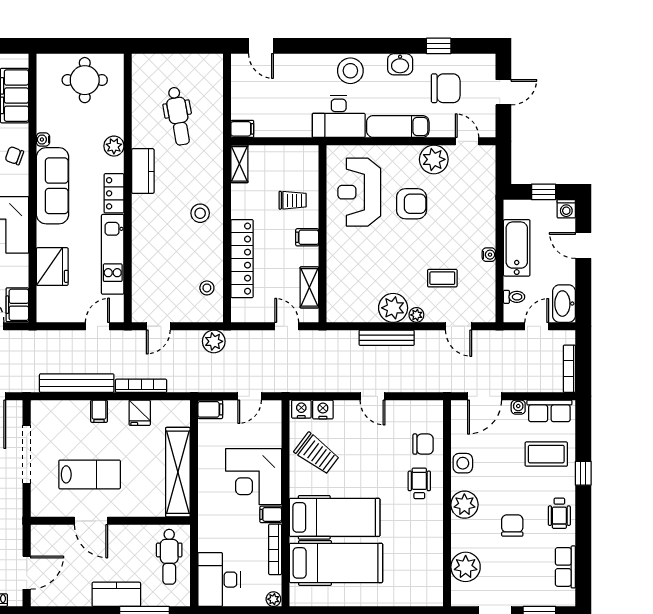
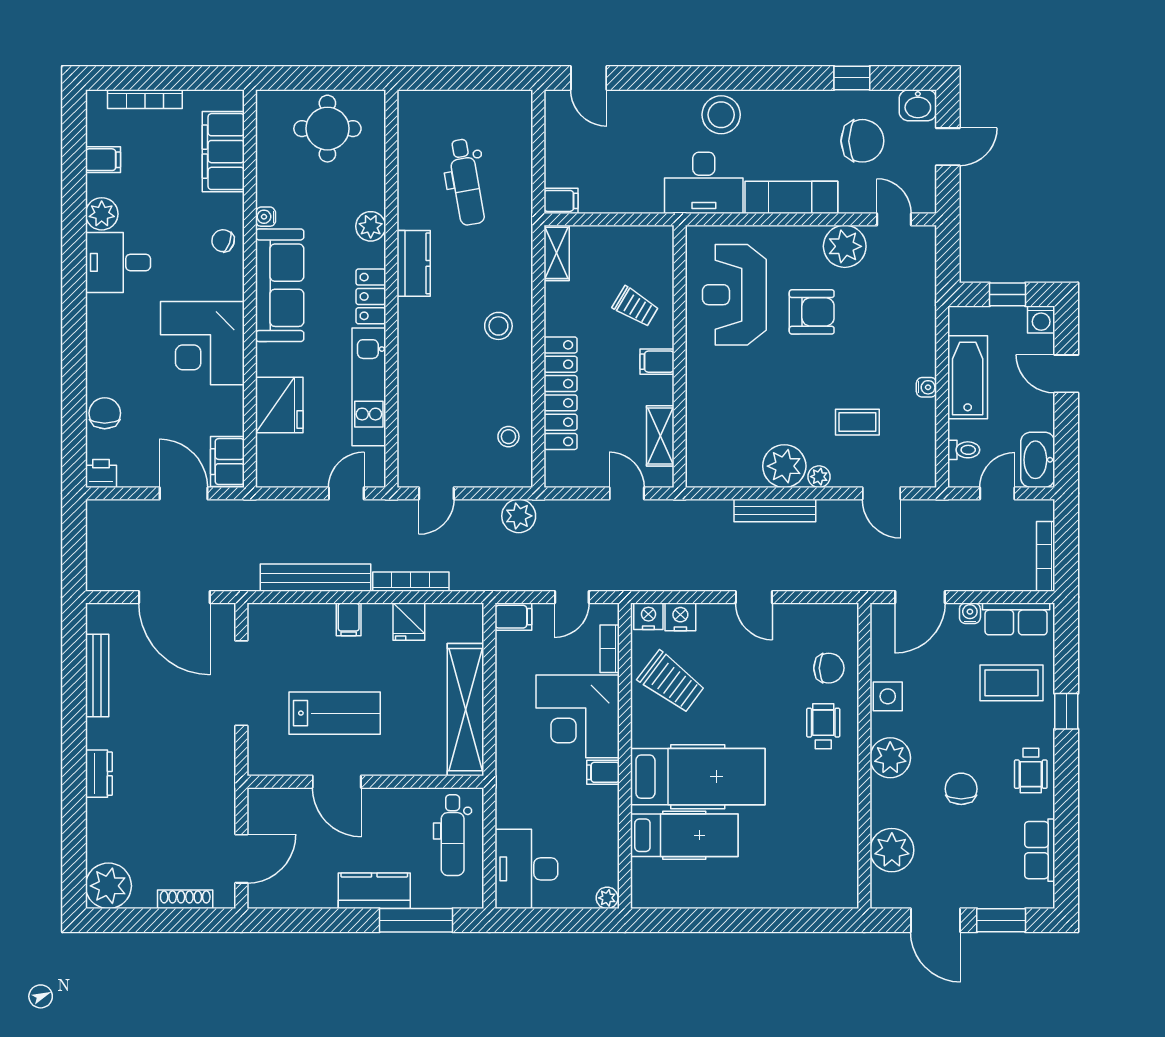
washbasin: (400, 64) -> (918, 105), moved
trolley: (293, 200) -> (635, 307), turned 31
bookcase: (275, 549) -> (610, 649), moved, width x0.64
hospital bed: (336, 563) -> (684, 835), width x0.73, depth x0.78

